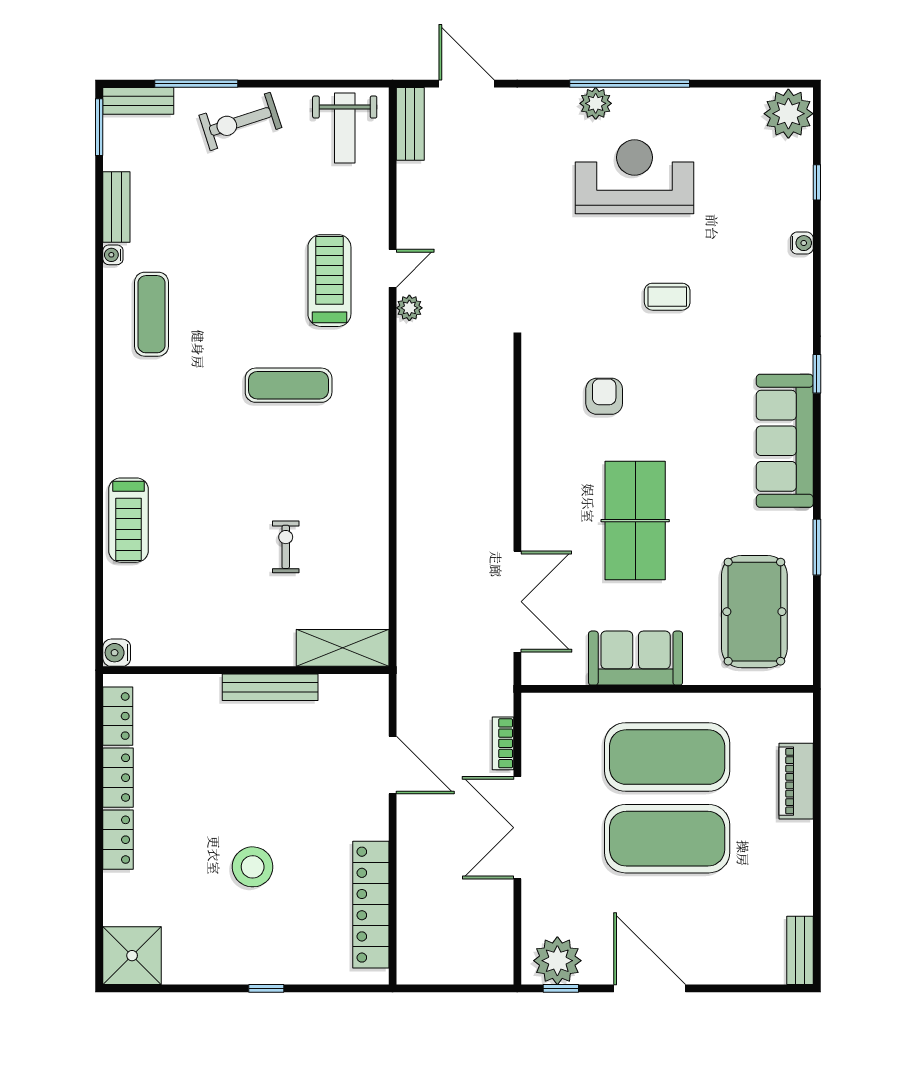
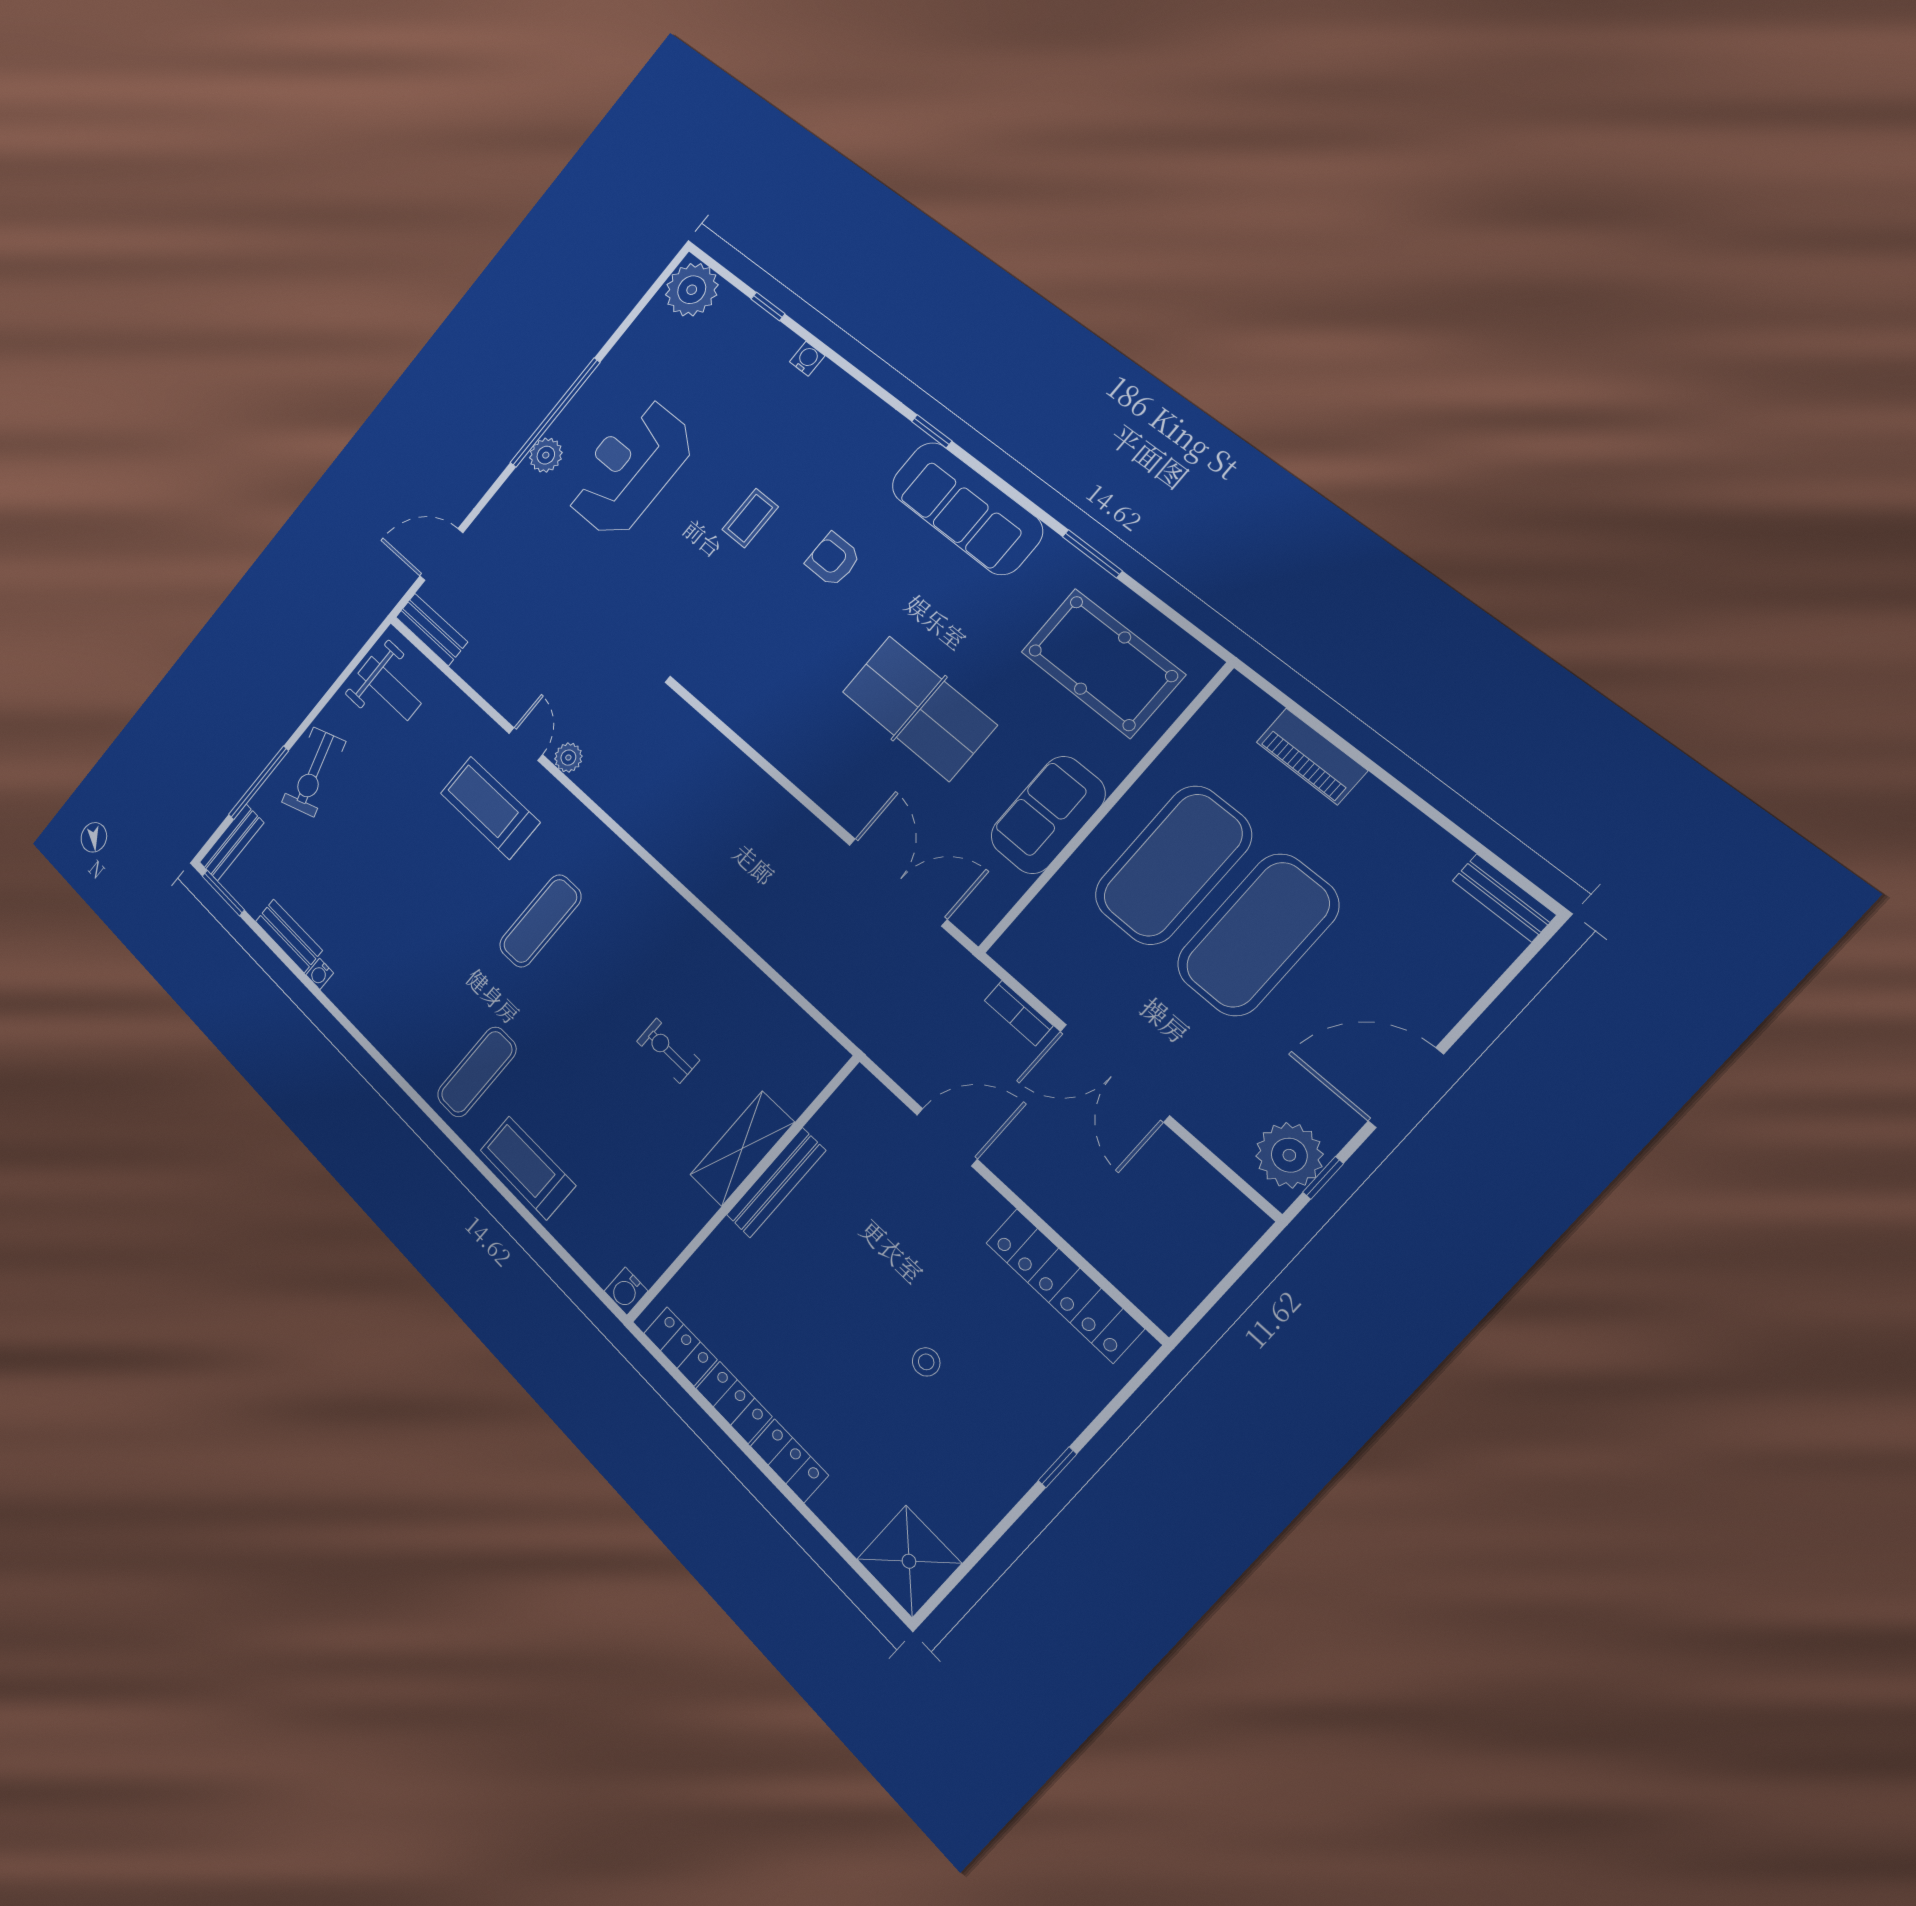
exercise mat: (151, 314) -> (477, 1072), moved, turned 90
armchair: (604, 396) -> (833, 560), moved
treadmill: (128, 520) -> (528, 1168), turned 180
shelving: (343, 648) -> (742, 1149), moved
stool: (253, 867) -> (926, 1362), width x0.53, depth x0.53

